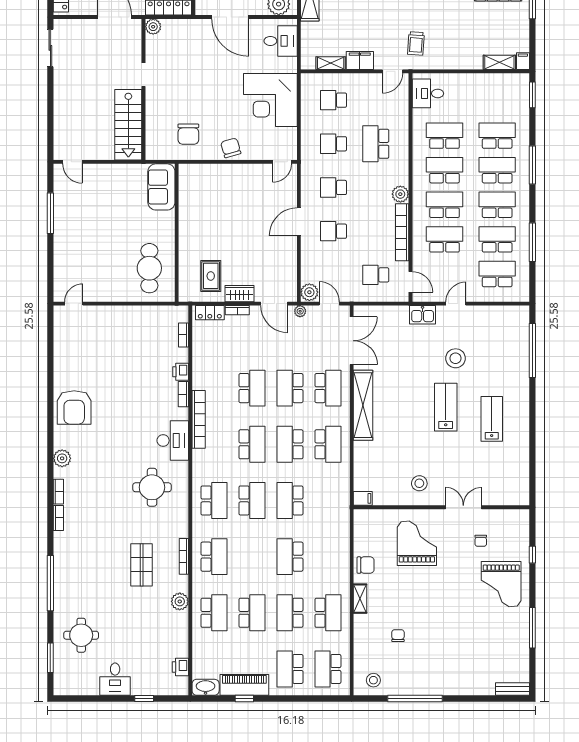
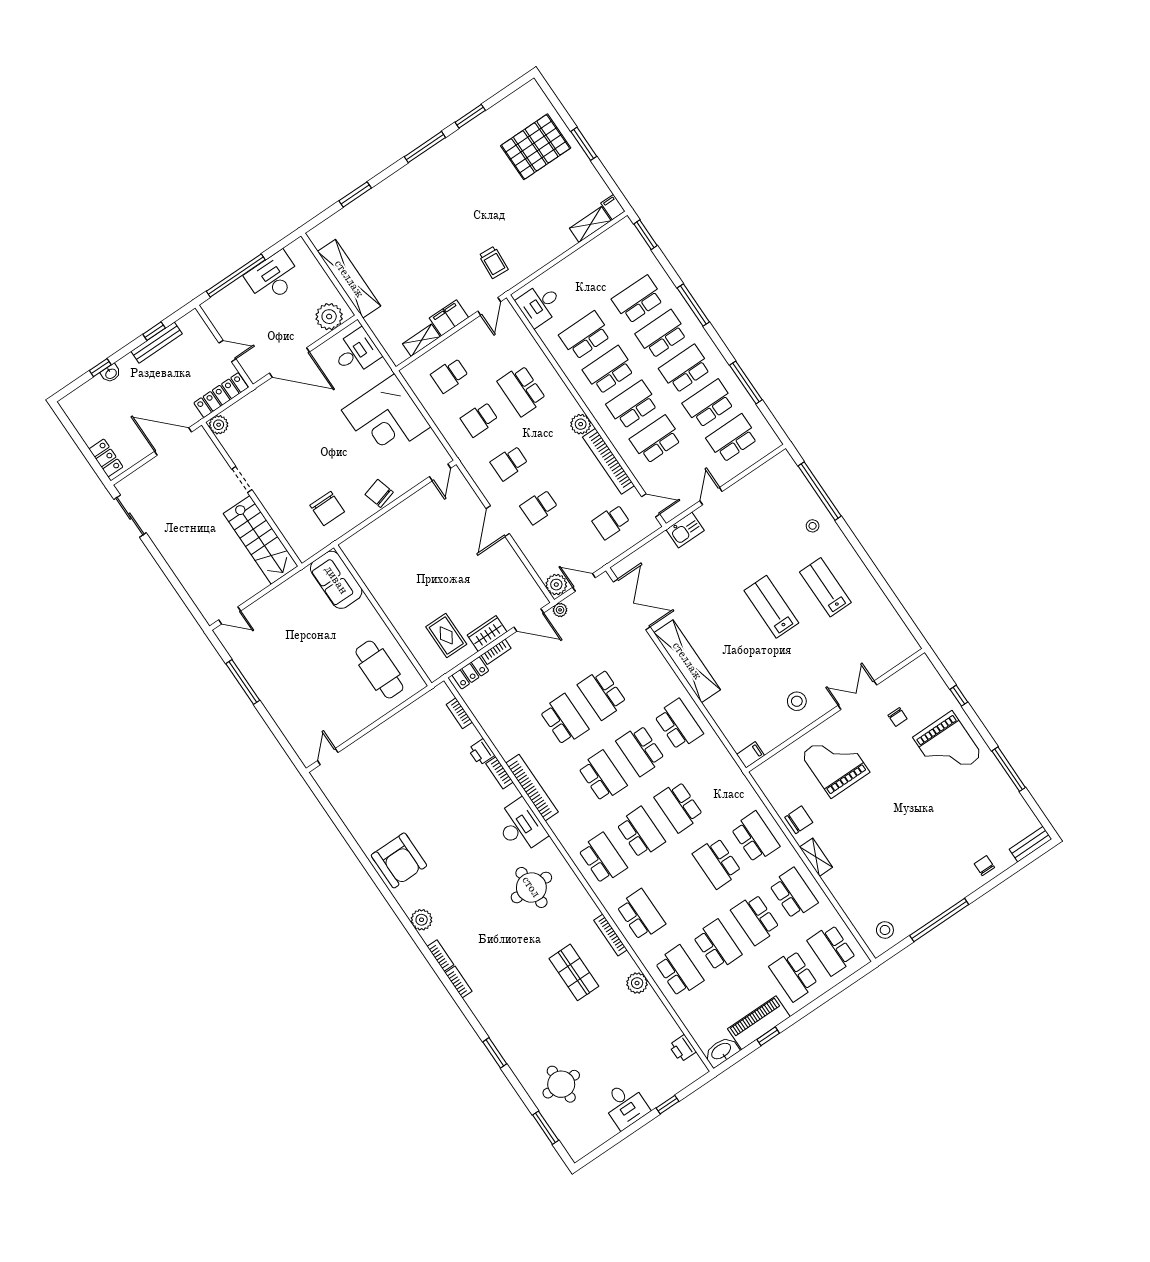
stool: (456, 358) -> (813, 526), moved, width x0.53, depth x0.53
school desk: (328, 388) -> (755, 837), moved
window: (50, 583) -> (495, 1053), width x0.47
chair: (398, 636) -> (984, 866), moved

